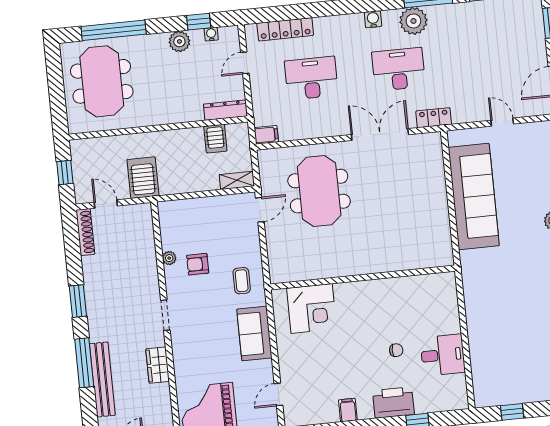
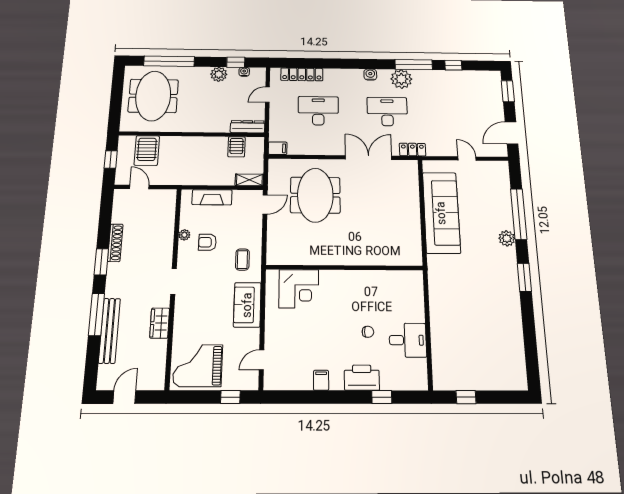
server rack: (143, 178) -> (147, 151), moved, turned 180
fireplace: (195, 208) -> (212, 197), added
shoe rack: (85, 232) -> (115, 243), moved

